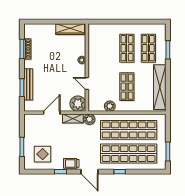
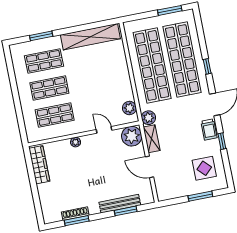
door: (87, 84) -> (104, 130), swing flipped
shop shelf: (127, 87) -> (55, 115), moved
plant: (110, 106) -> (129, 108), moved

